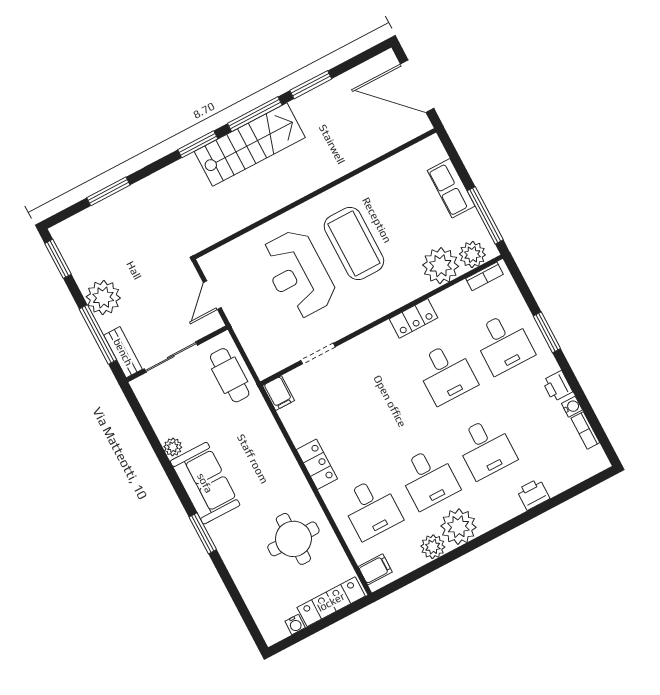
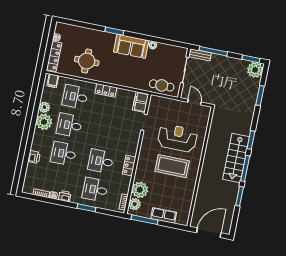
plant: (103, 297) -> (255, 70), moved
filing cabinet: (279, 393) -> (141, 102), width x2.00

